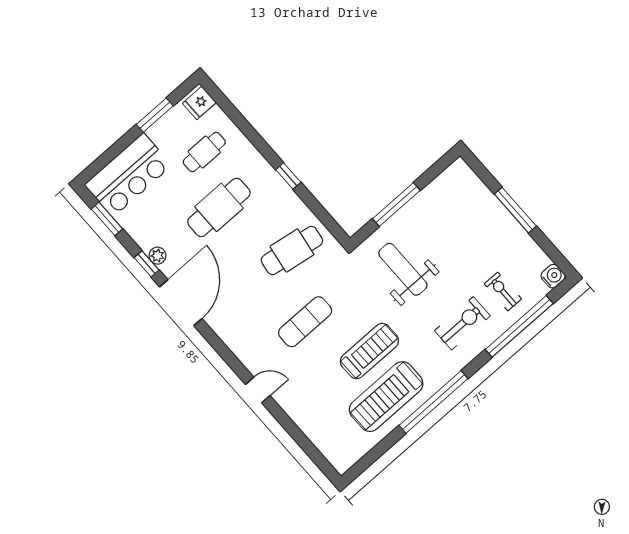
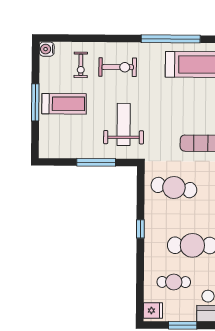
weight bench: (403, 269) -> (124, 124), turned 180
exercise bike: (462, 323) -> (118, 67), turned 180
window: (519, 326) -> (89, 38), removed
treadmill: (369, 351) -> (64, 104), moved, turned 180

